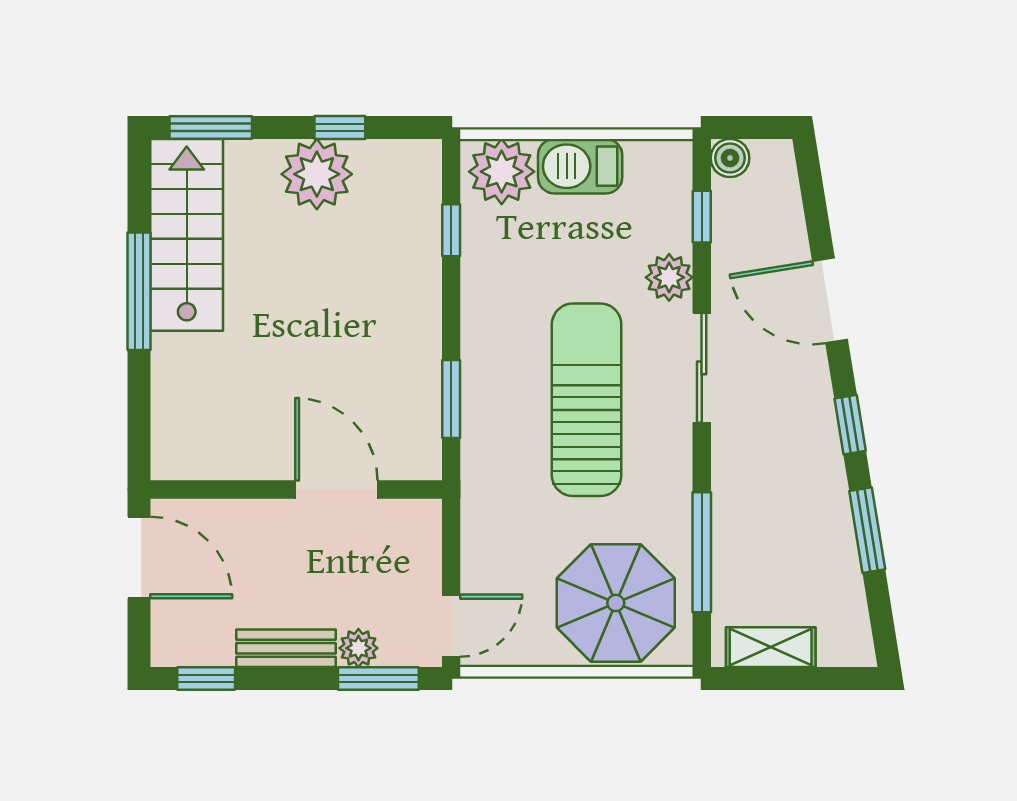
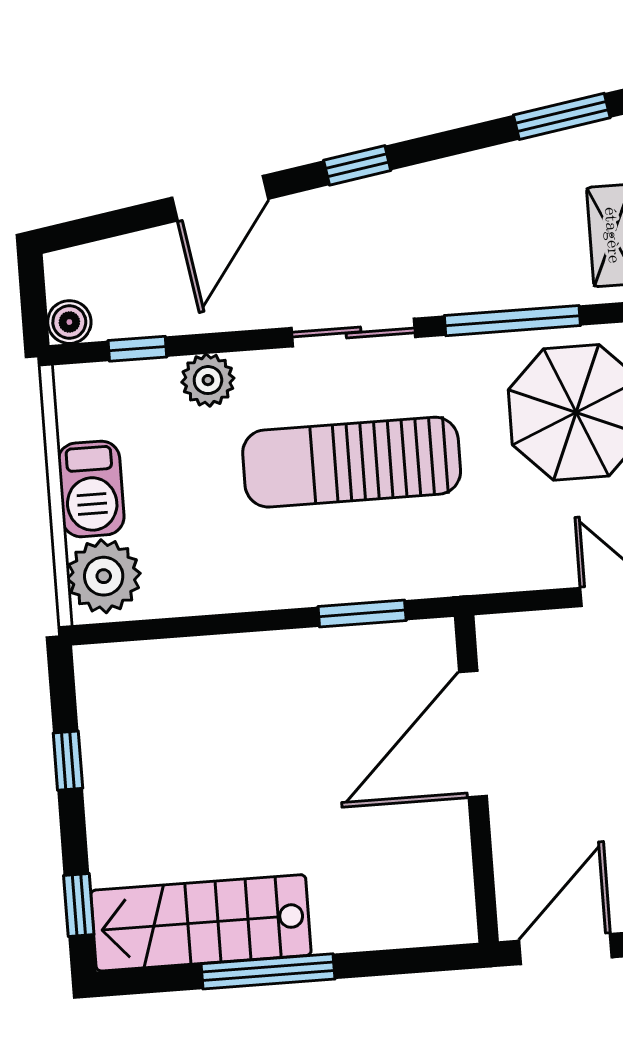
window: (211, 127) -> (79, 905), width x0.67
plant: (317, 174) -> (122, 783), removed
window: (451, 230) -> (174, 628), removed
sliding door: (702, 368) -> (354, 333), moved
door: (336, 490) -> (473, 734), width x1.36
window: (867, 530) -> (562, 116), moved

